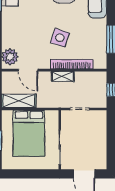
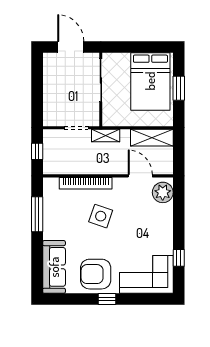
shelving: (63, 76) -> (106, 135), moved
bed: (29, 133) -> (150, 81), moved, turned 180

